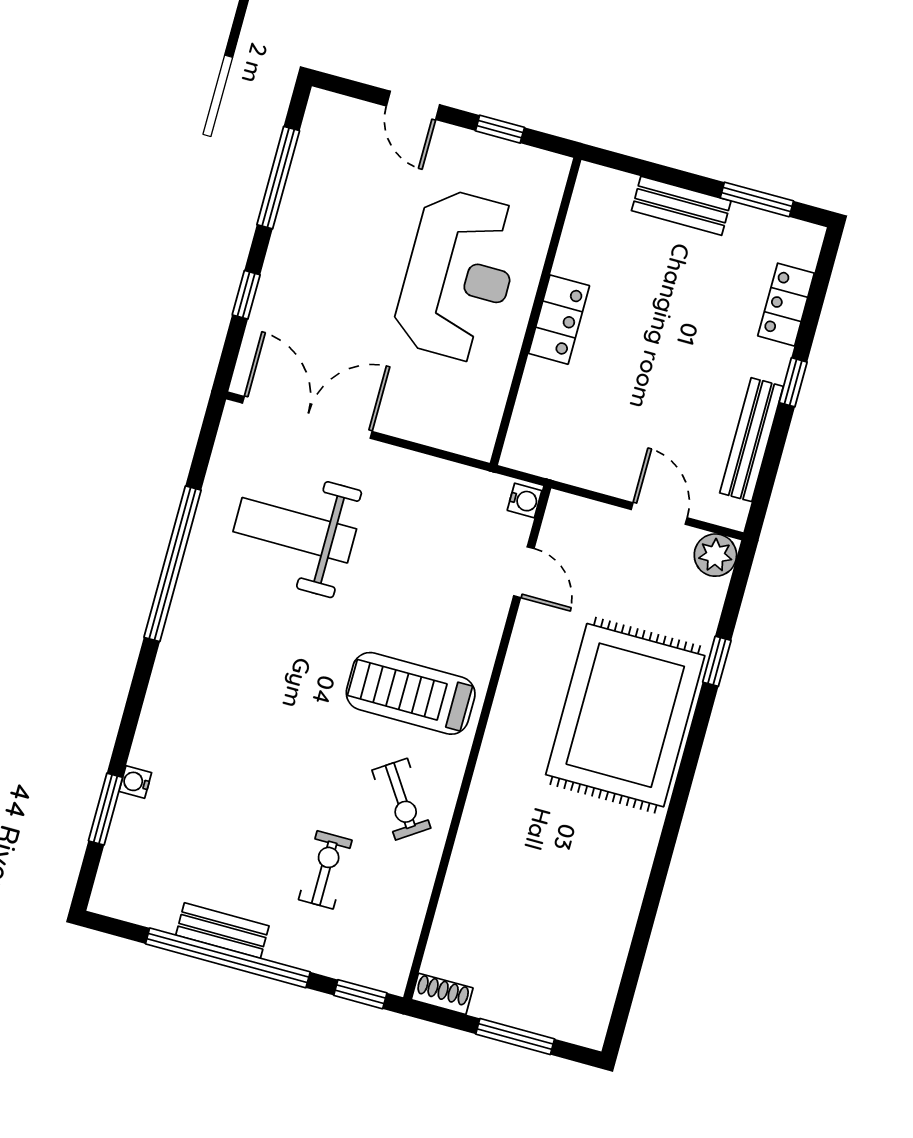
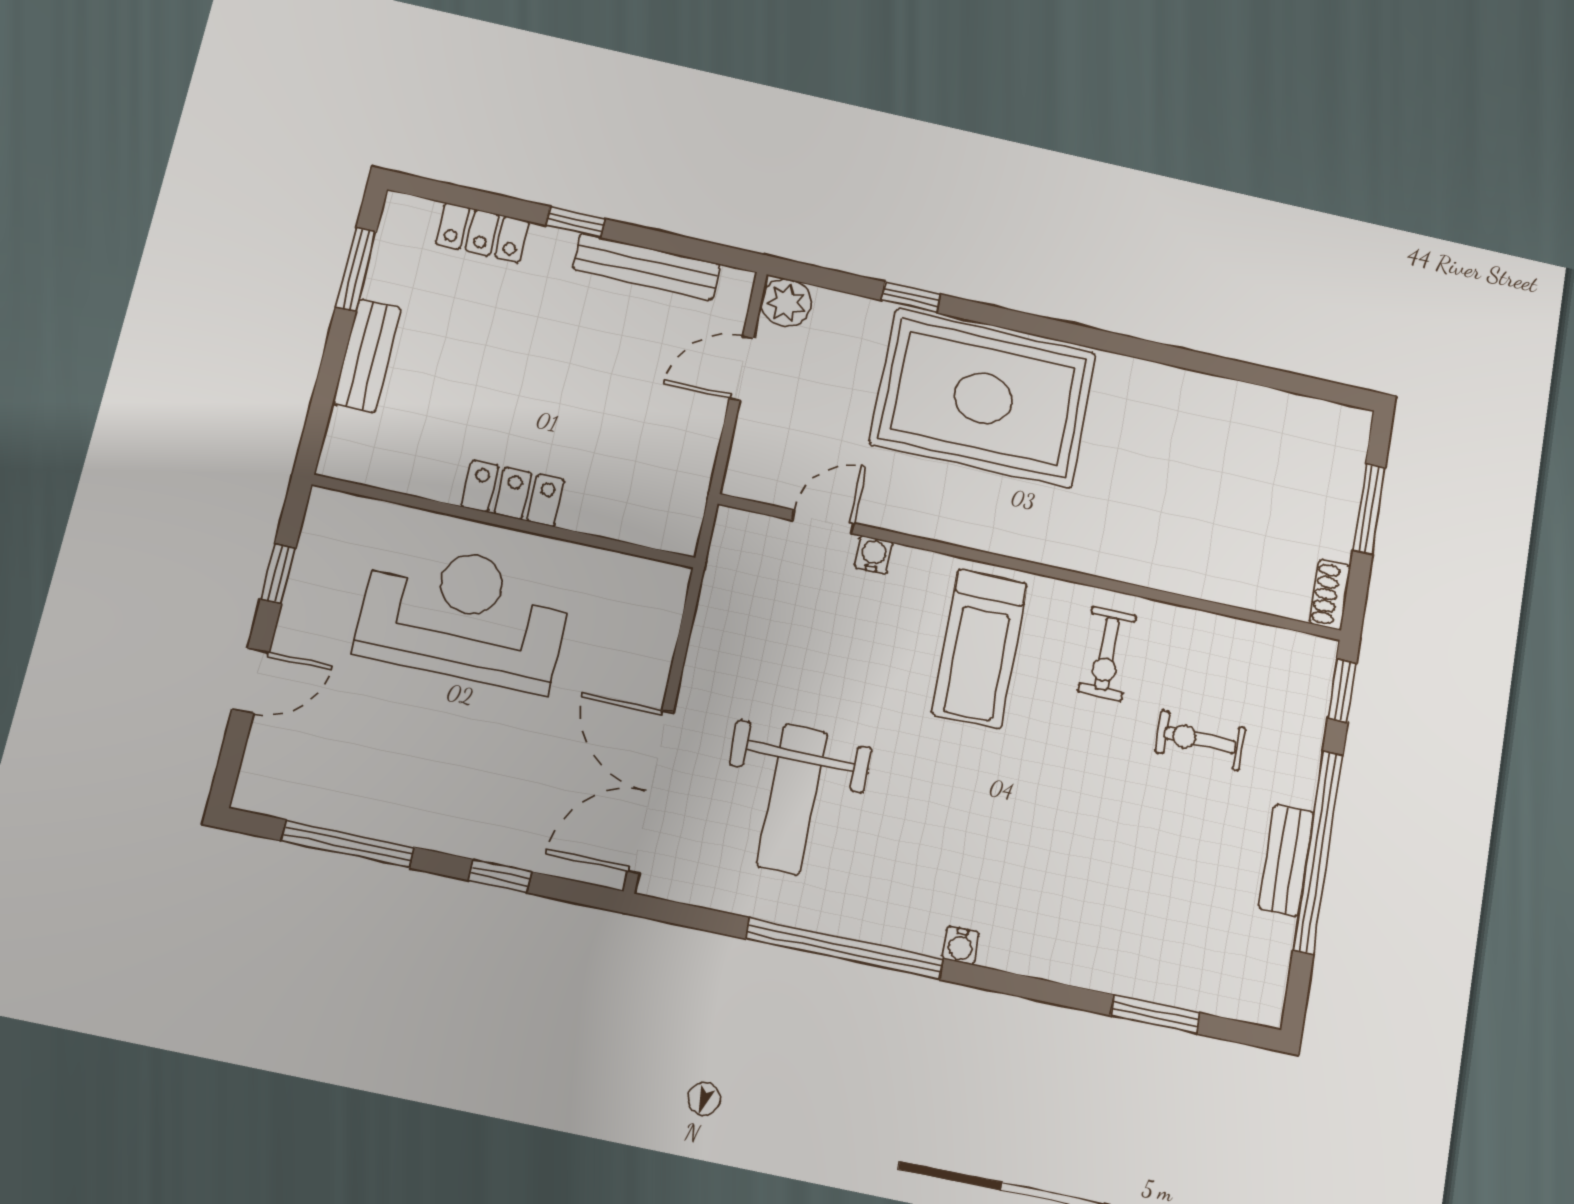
water cooler: (525, 500) -> (874, 555), moved
water cooler: (135, 782) -> (961, 946), moved
exercise bike: (401, 799) -> (1107, 654), turned 124

